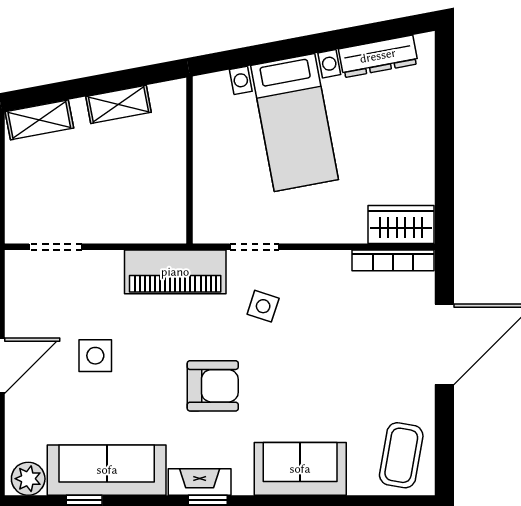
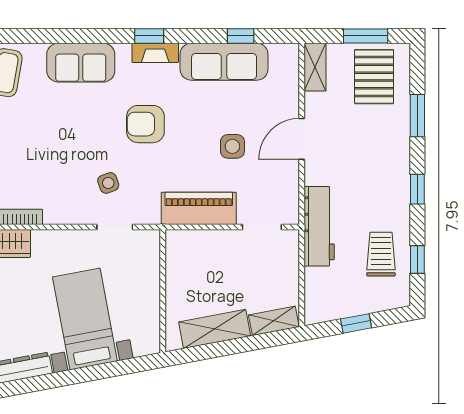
shelving: (118, 104) -> (215, 329), width x1.50, depth x1.33
piano: (175, 272) -> (199, 208), moved
side table: (263, 306) -> (108, 183), turned -38
plant: (28, 479) -> (282, 55), removed

